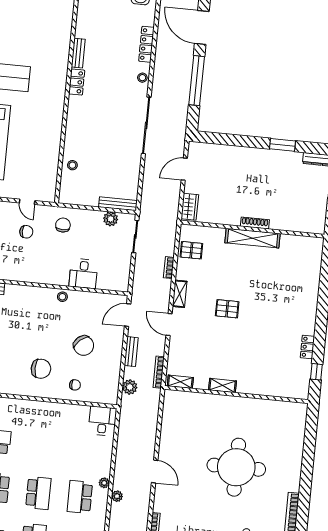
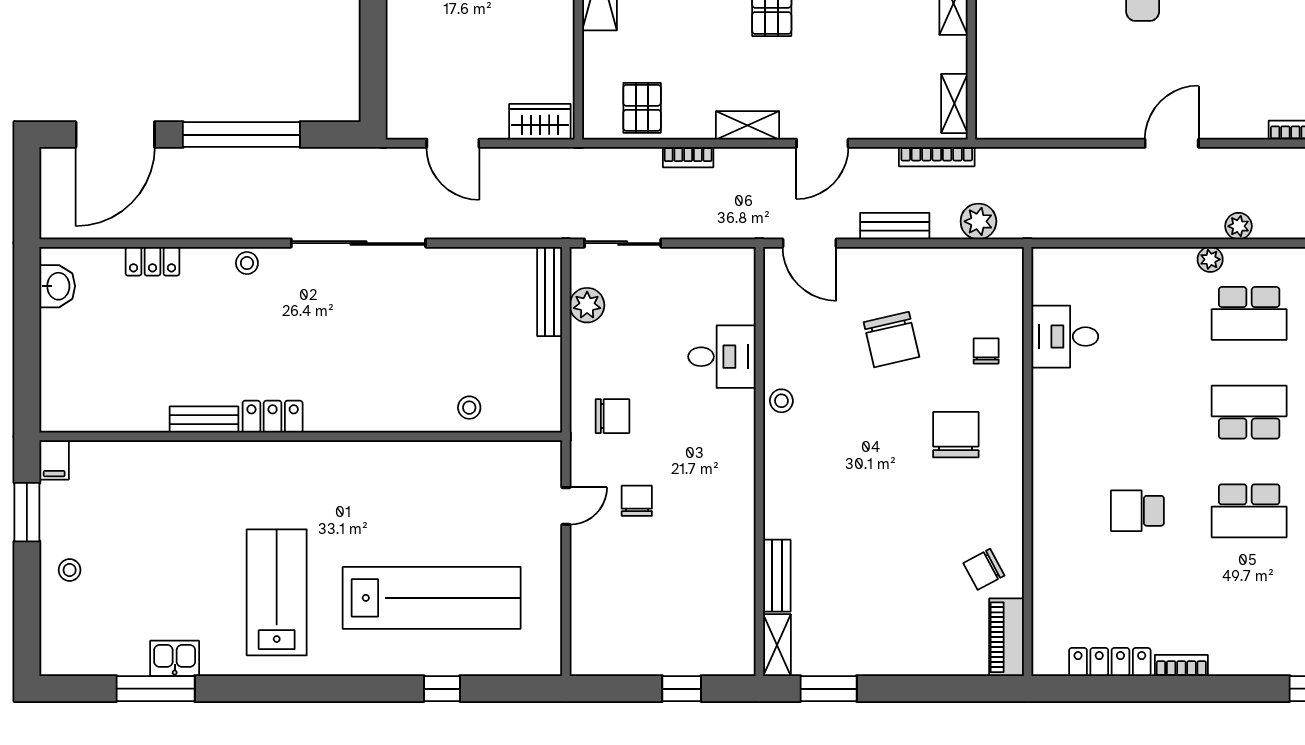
locker: (146, 44) -> (152, 261), width x0.66
chair: (63, 225) -> (612, 416), turned 180
chair: (84, 346) -> (891, 340), turned 118
desk: (102, 421) -> (1065, 337), moved

